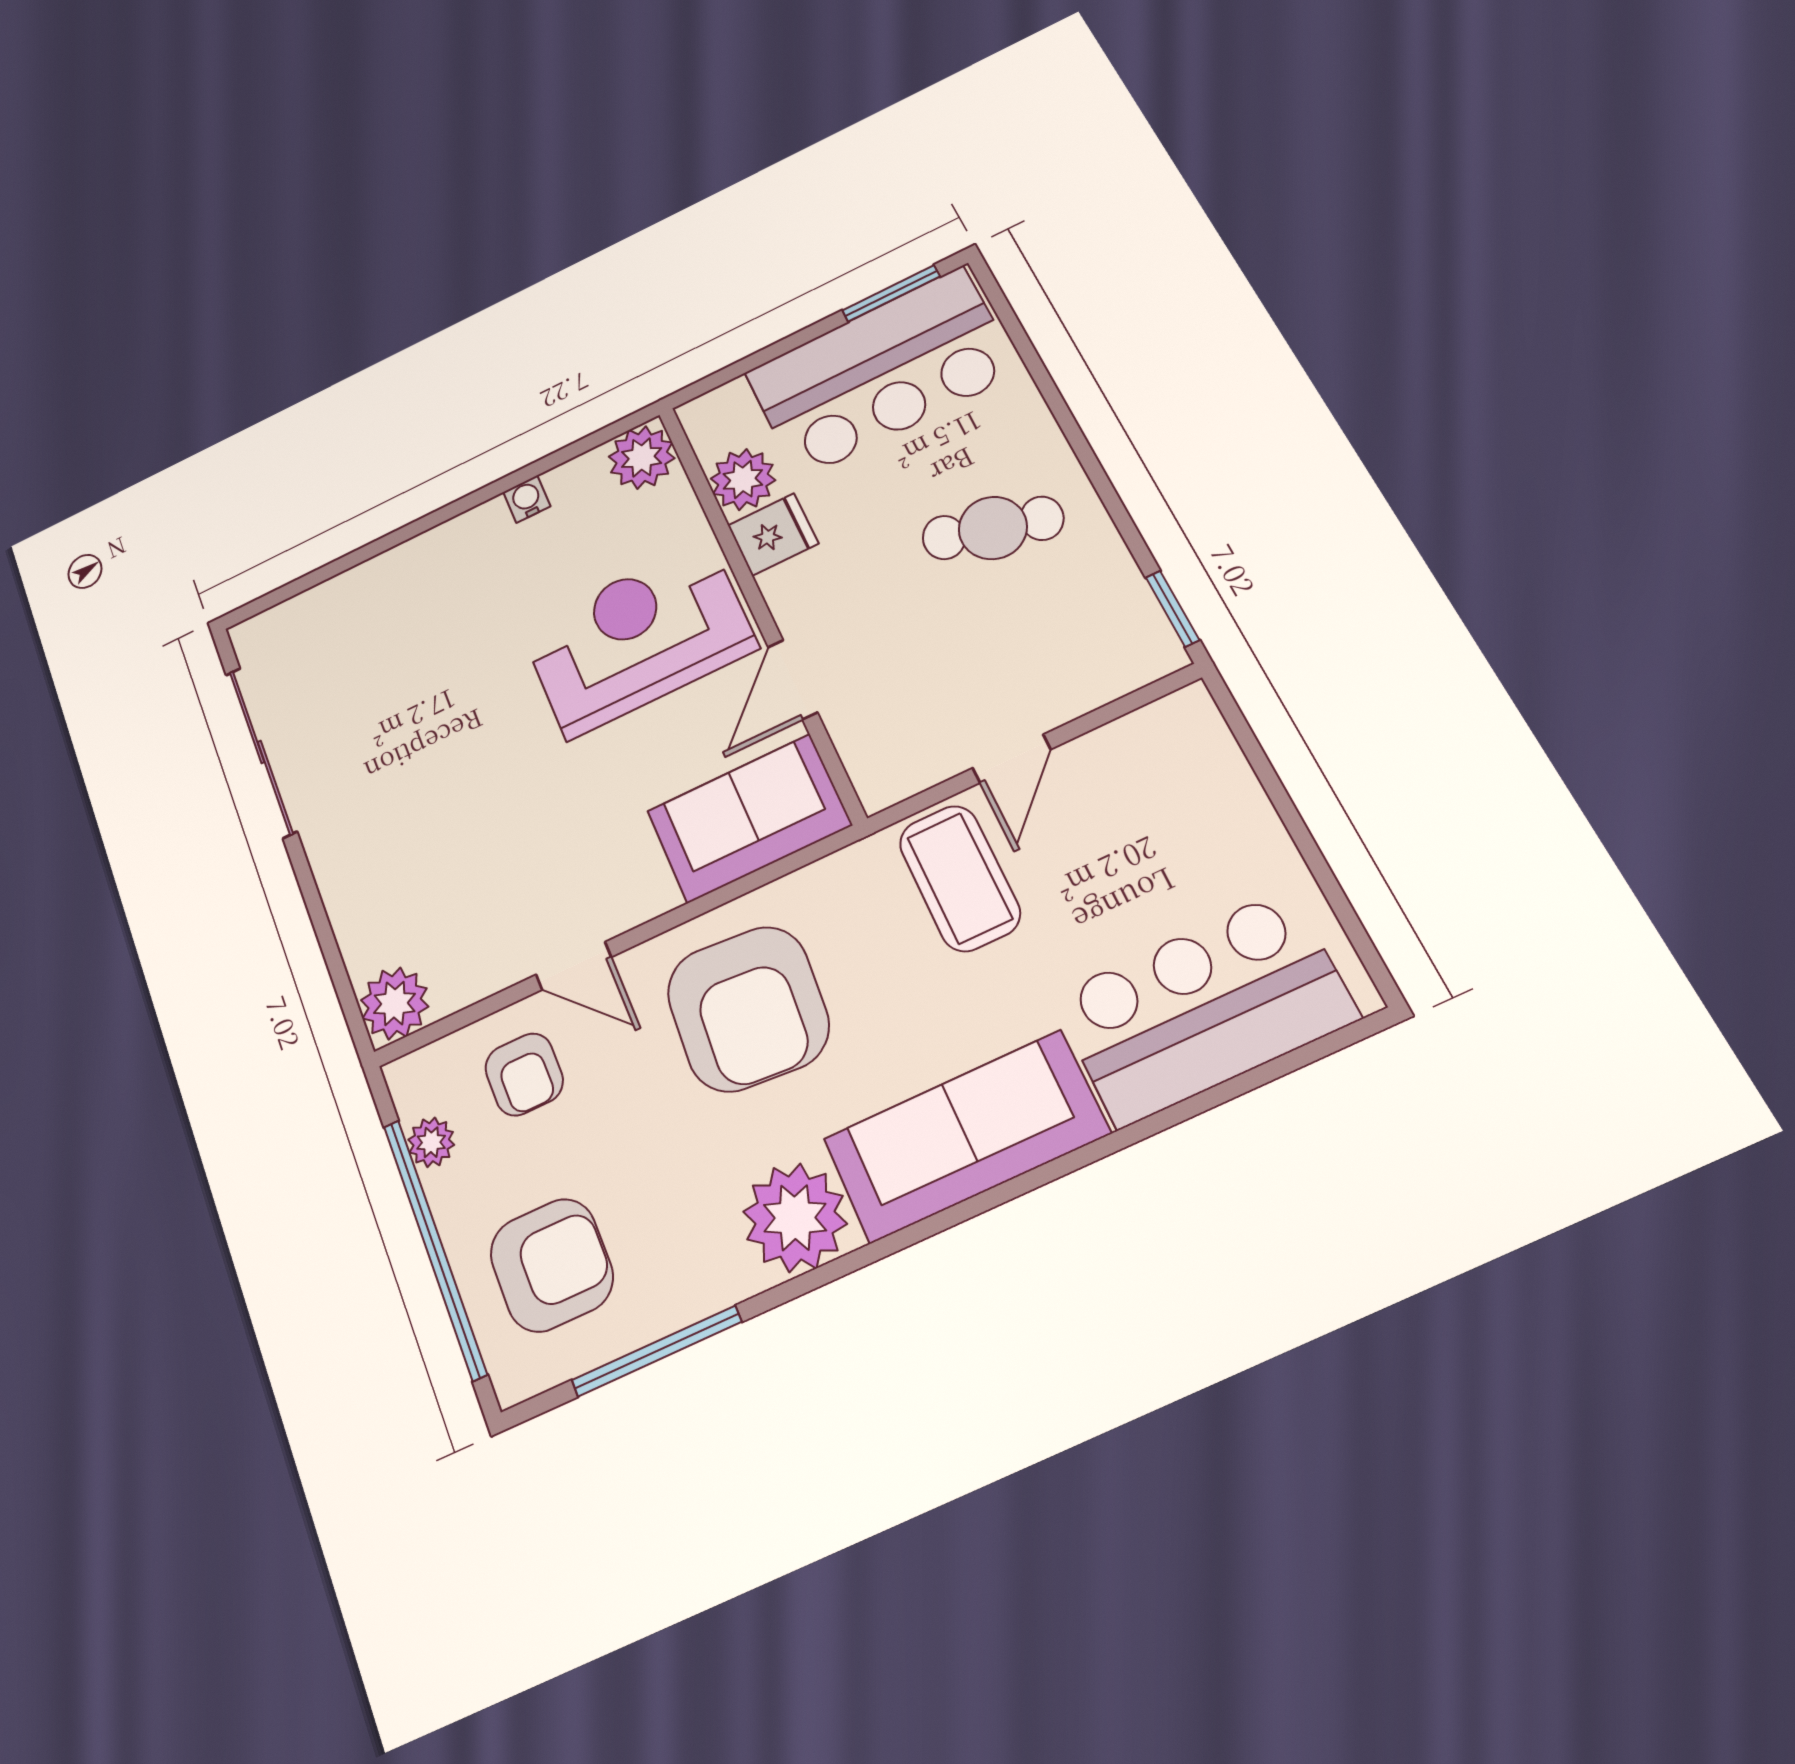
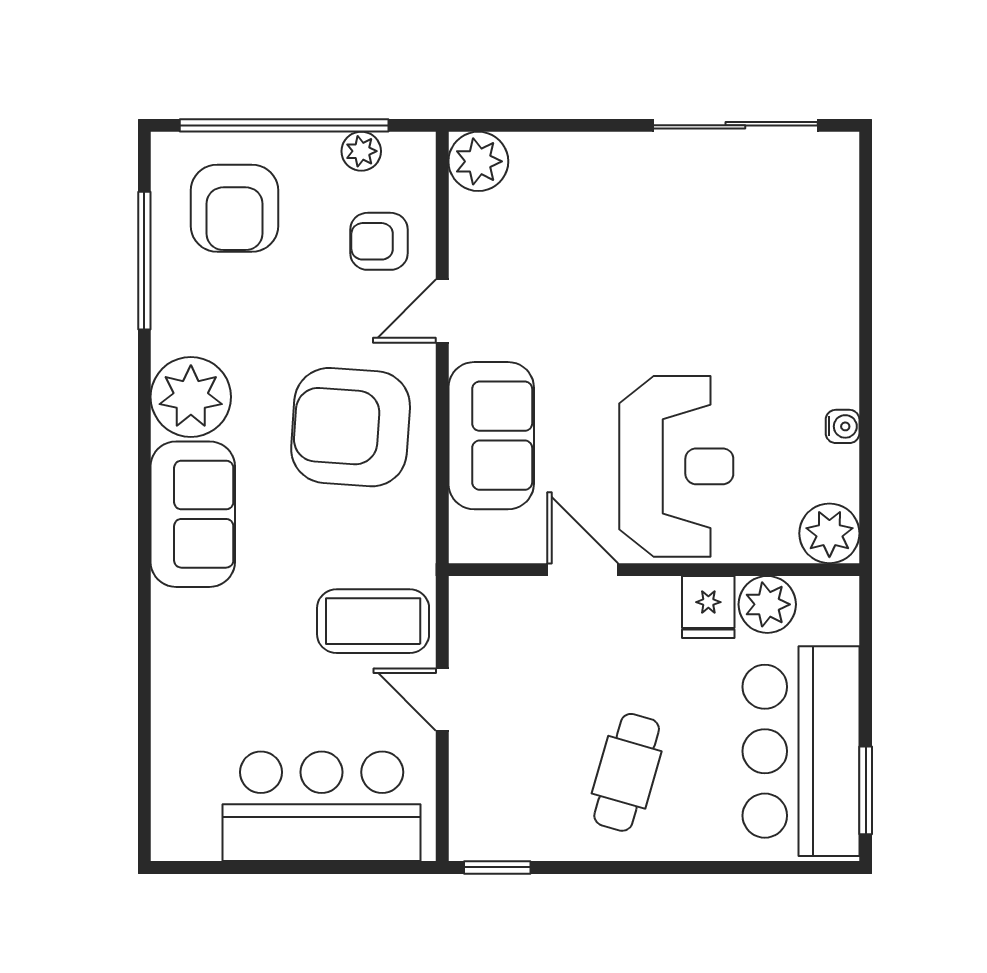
sofa: (749, 818) -> (491, 436), moved
bar counter: (1204, 1007) -> (322, 806), moved, turned -90
sofa: (966, 1136) -> (193, 514), width x0.73

